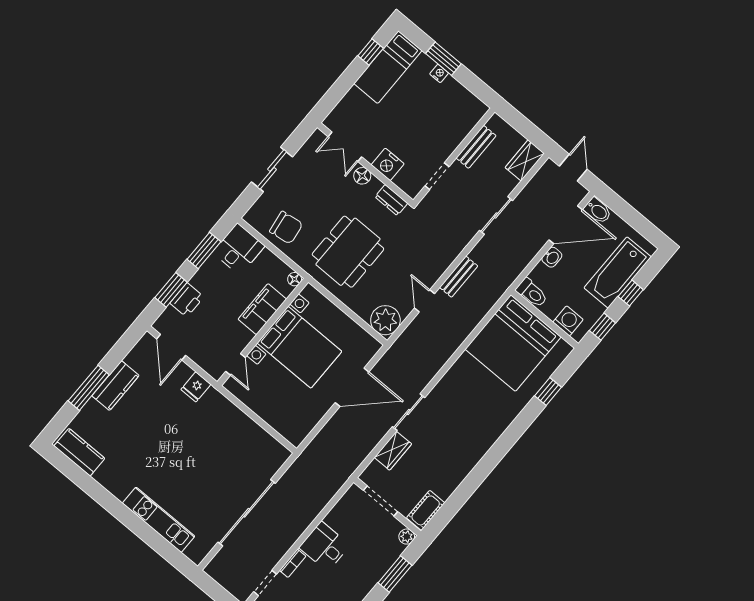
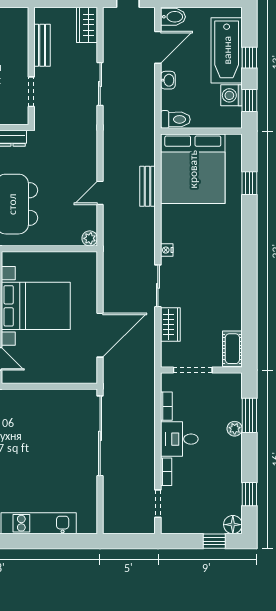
door: (566, 225) -> (158, 47), width x0.73
bench: (459, 277) -> (148, 186), moved
door: (424, 301) -> (100, 193), hinge flipped
plant: (385, 320) -> (90, 238), width x0.53, depth x0.53
washing machine: (568, 321) -> (231, 95), moved, turned -90
door: (352, 387) -> (100, 335), moved
nightstand: (439, 390) -> (167, 250), added
bookcase: (336, 512) -> (166, 406), added
sliding door: (247, 513) -> (100, 436), moved
plant: (407, 537) -> (235, 429), moved

